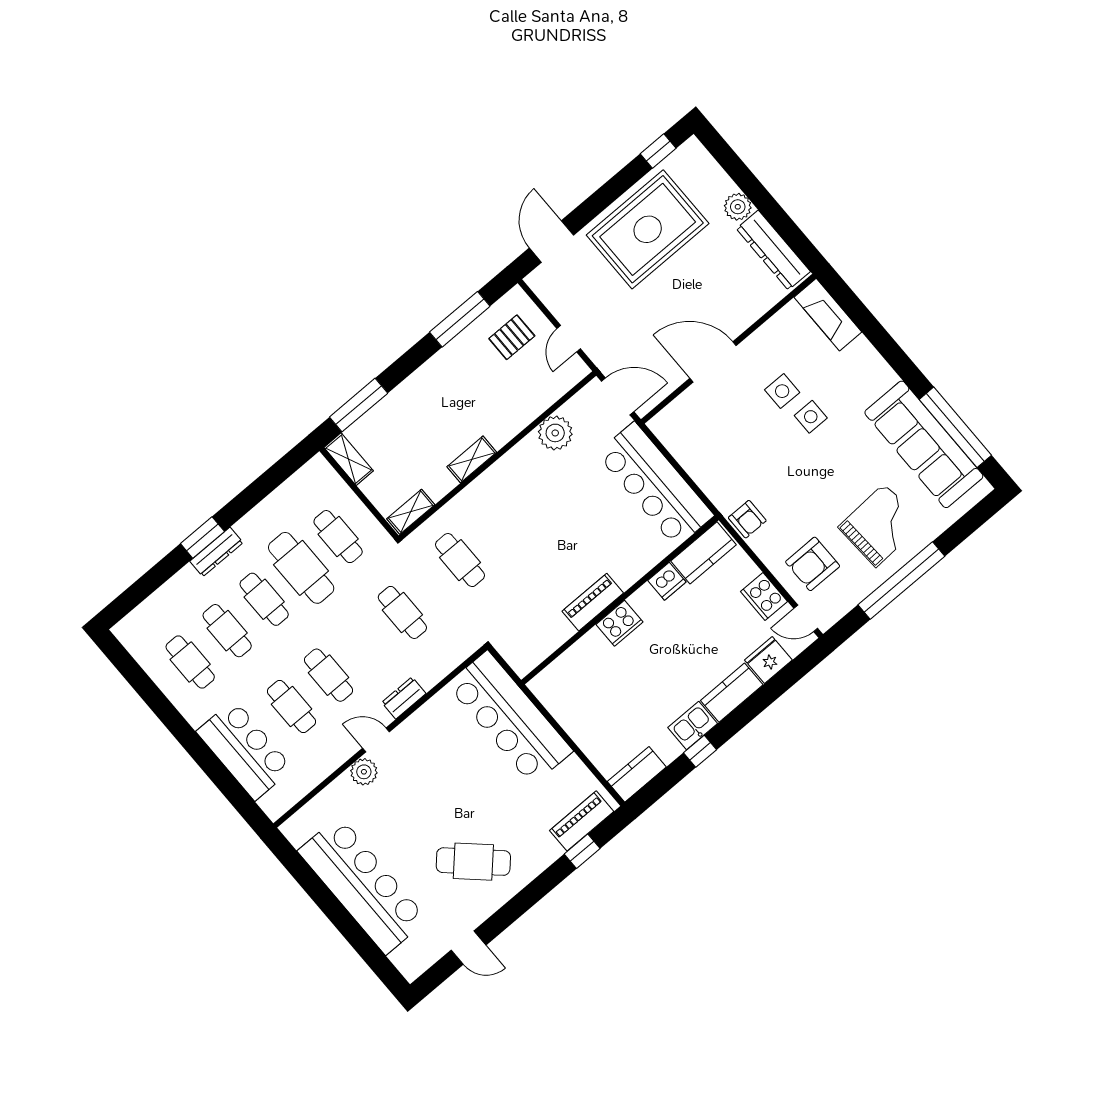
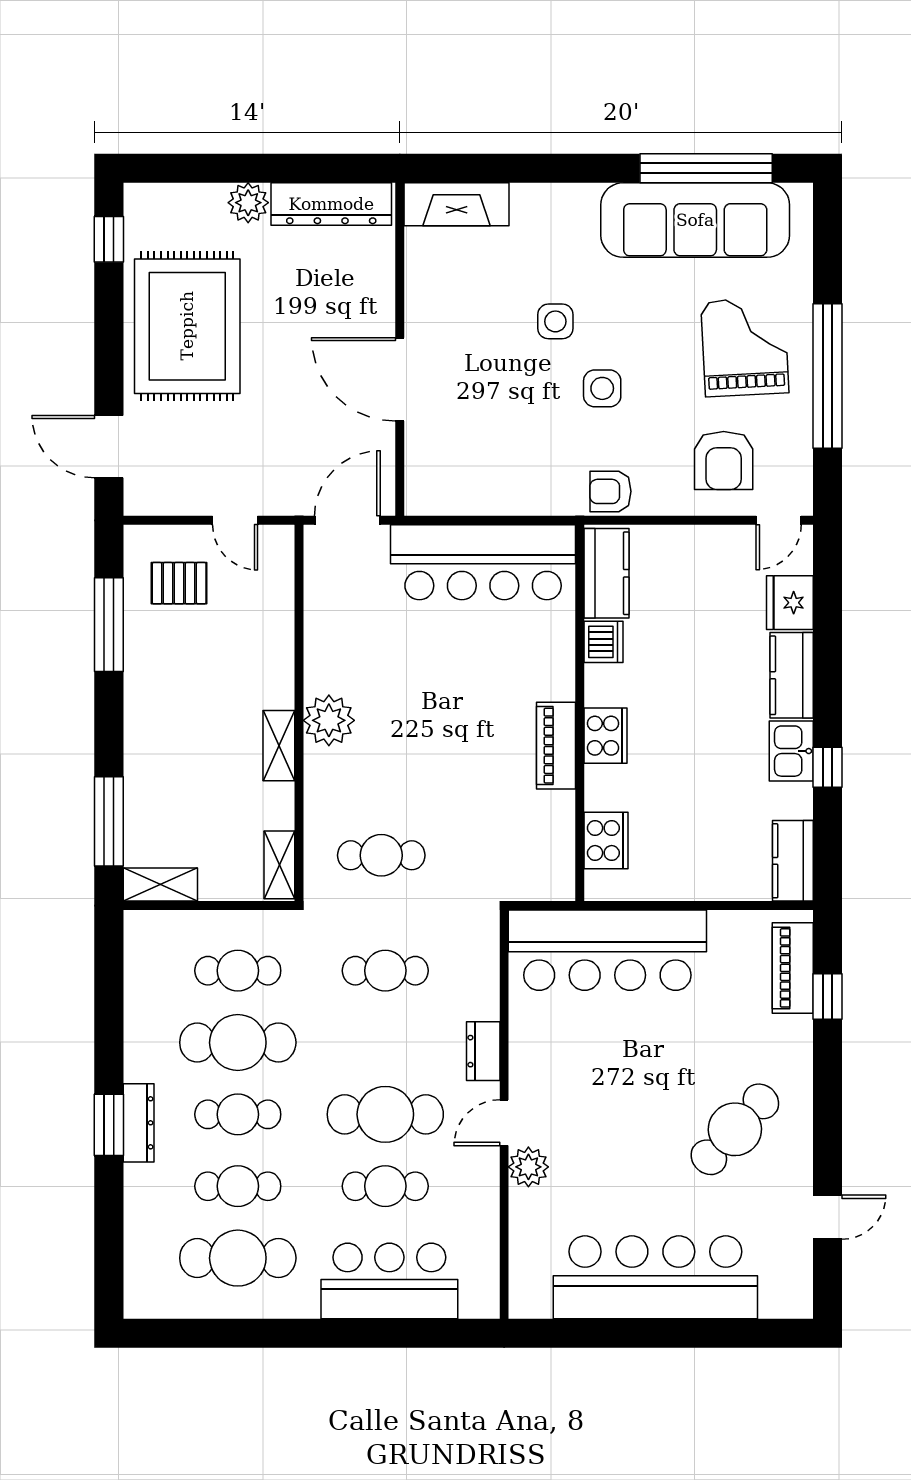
pallet: (512, 337) -> (179, 583), turned 90
door: (713, 362) -> (400, 379), hinge flipped
side table: (782, 391) -> (602, 388), moved
plant: (555, 433) -> (329, 720), moved
armchair: (747, 519) -> (610, 491), turned 180
cooker: (764, 597) -> (606, 840), moved, turned -90
cafe table: (190, 662) -> (238, 1258), width x1.37, depth x1.35
cafe table: (328, 675) -> (385, 1114), width x1.37, depth x1.35

